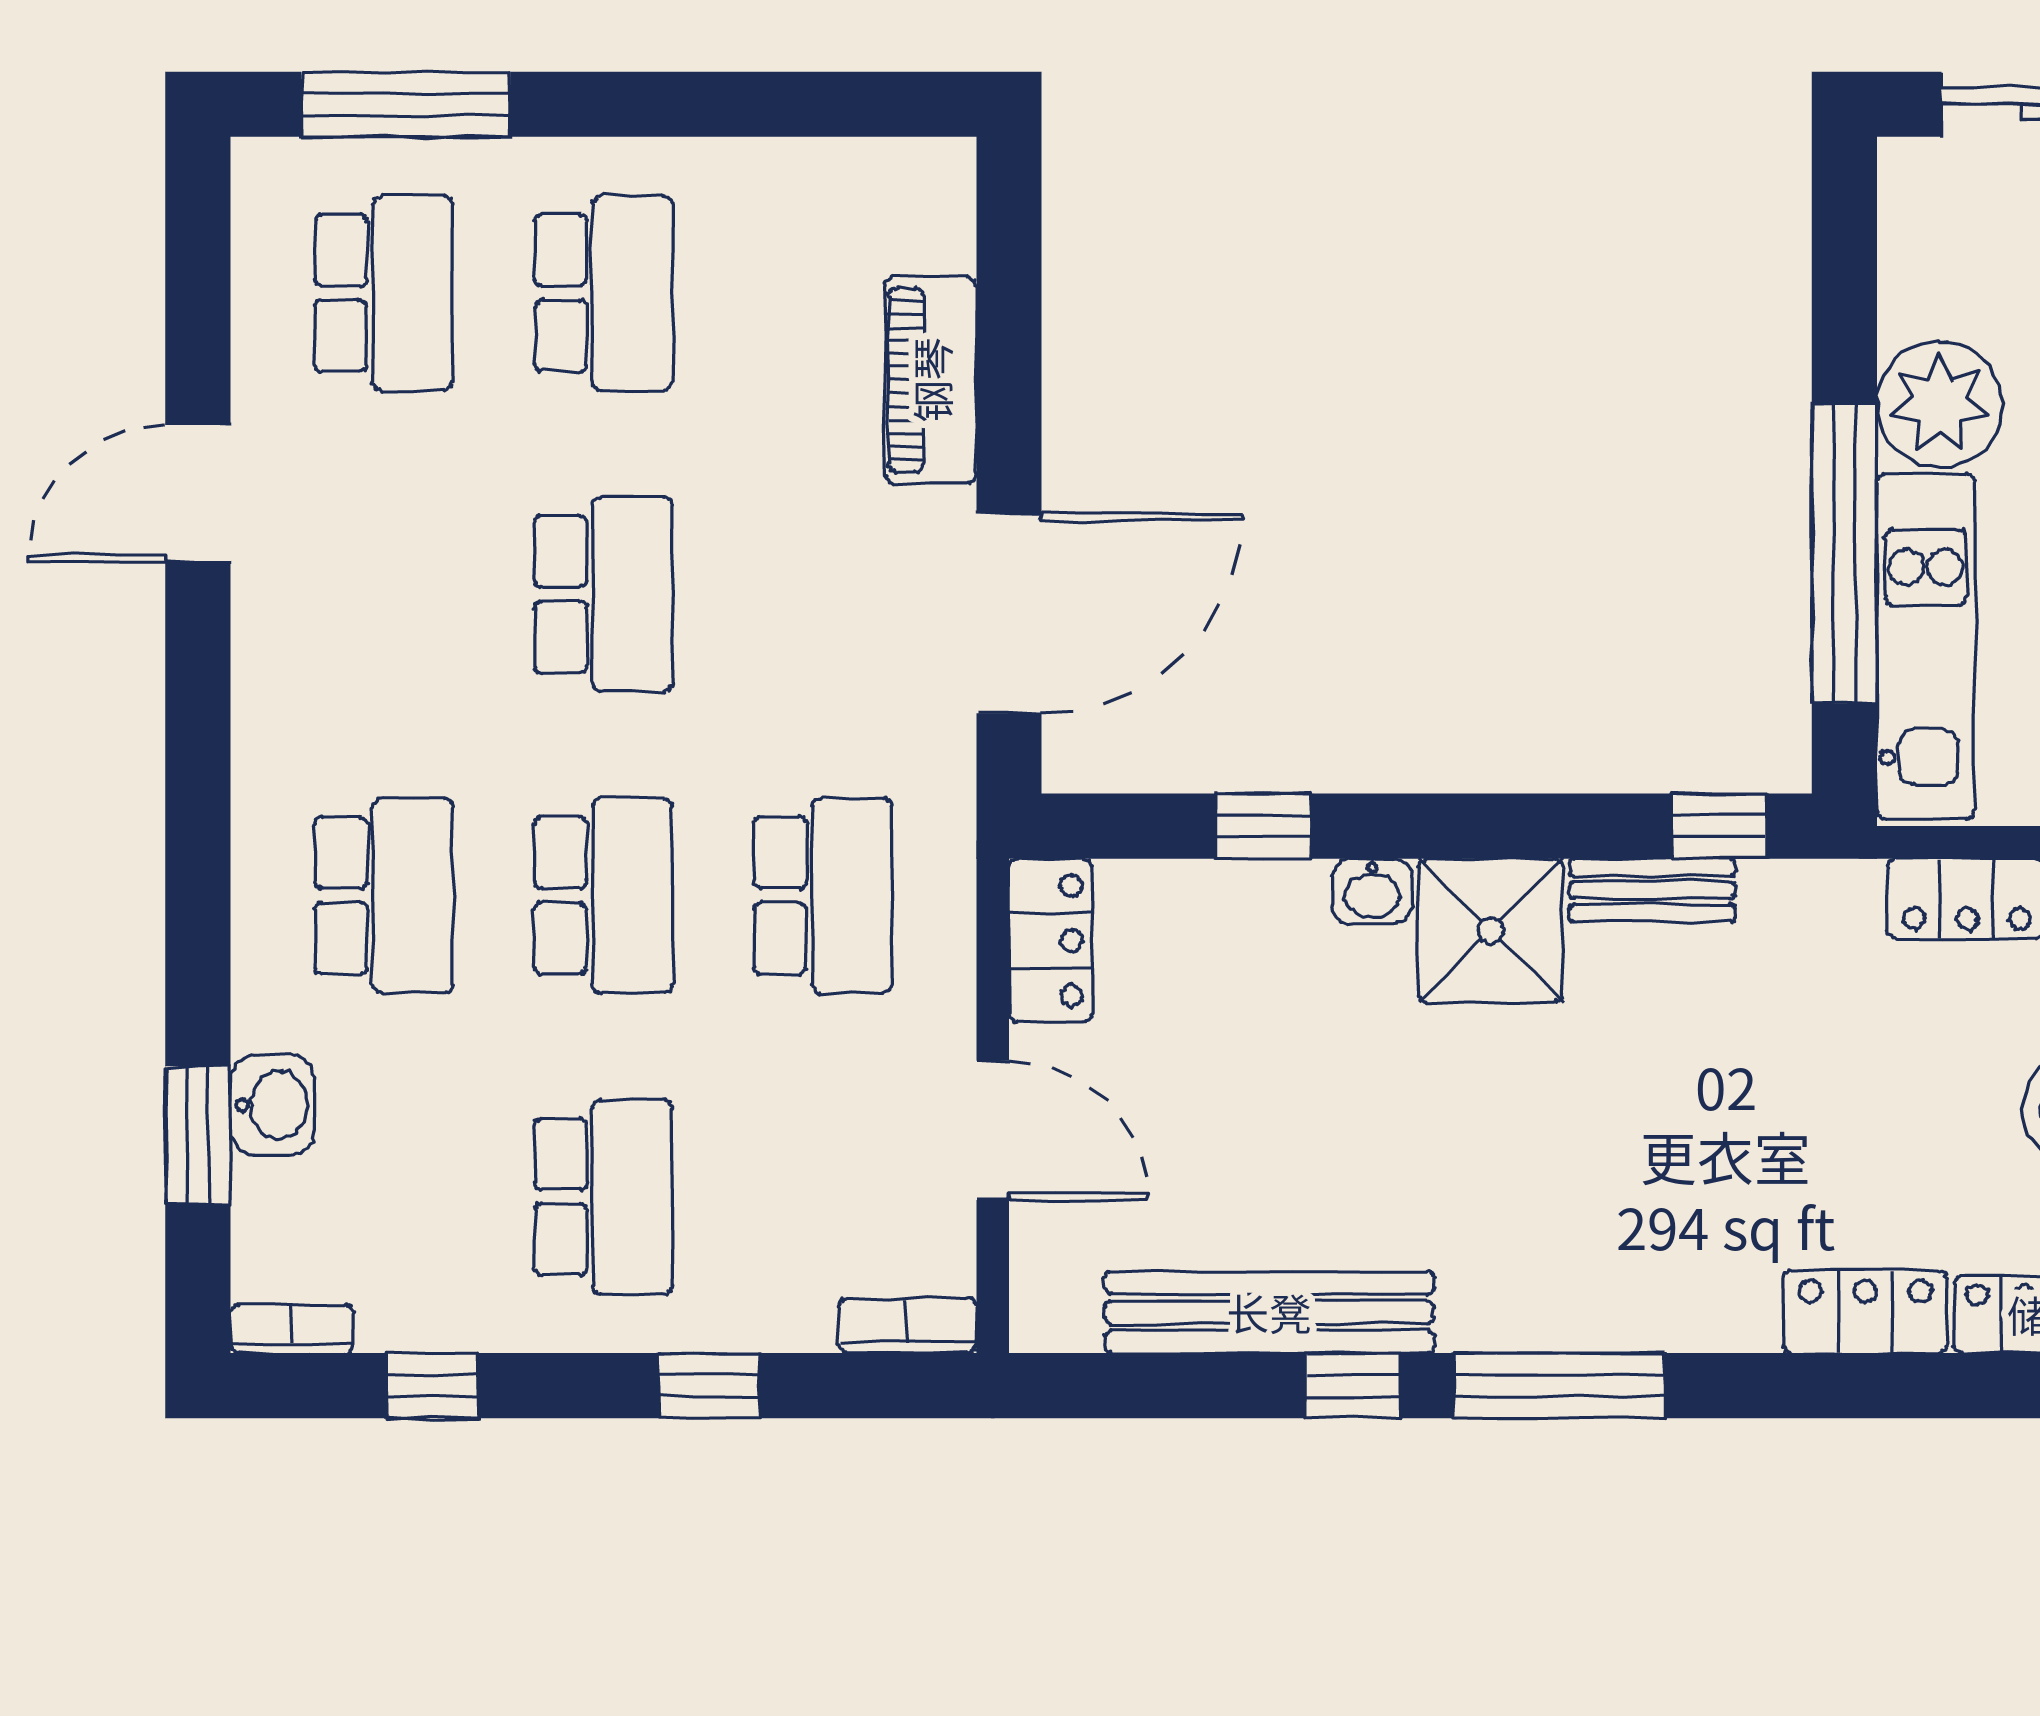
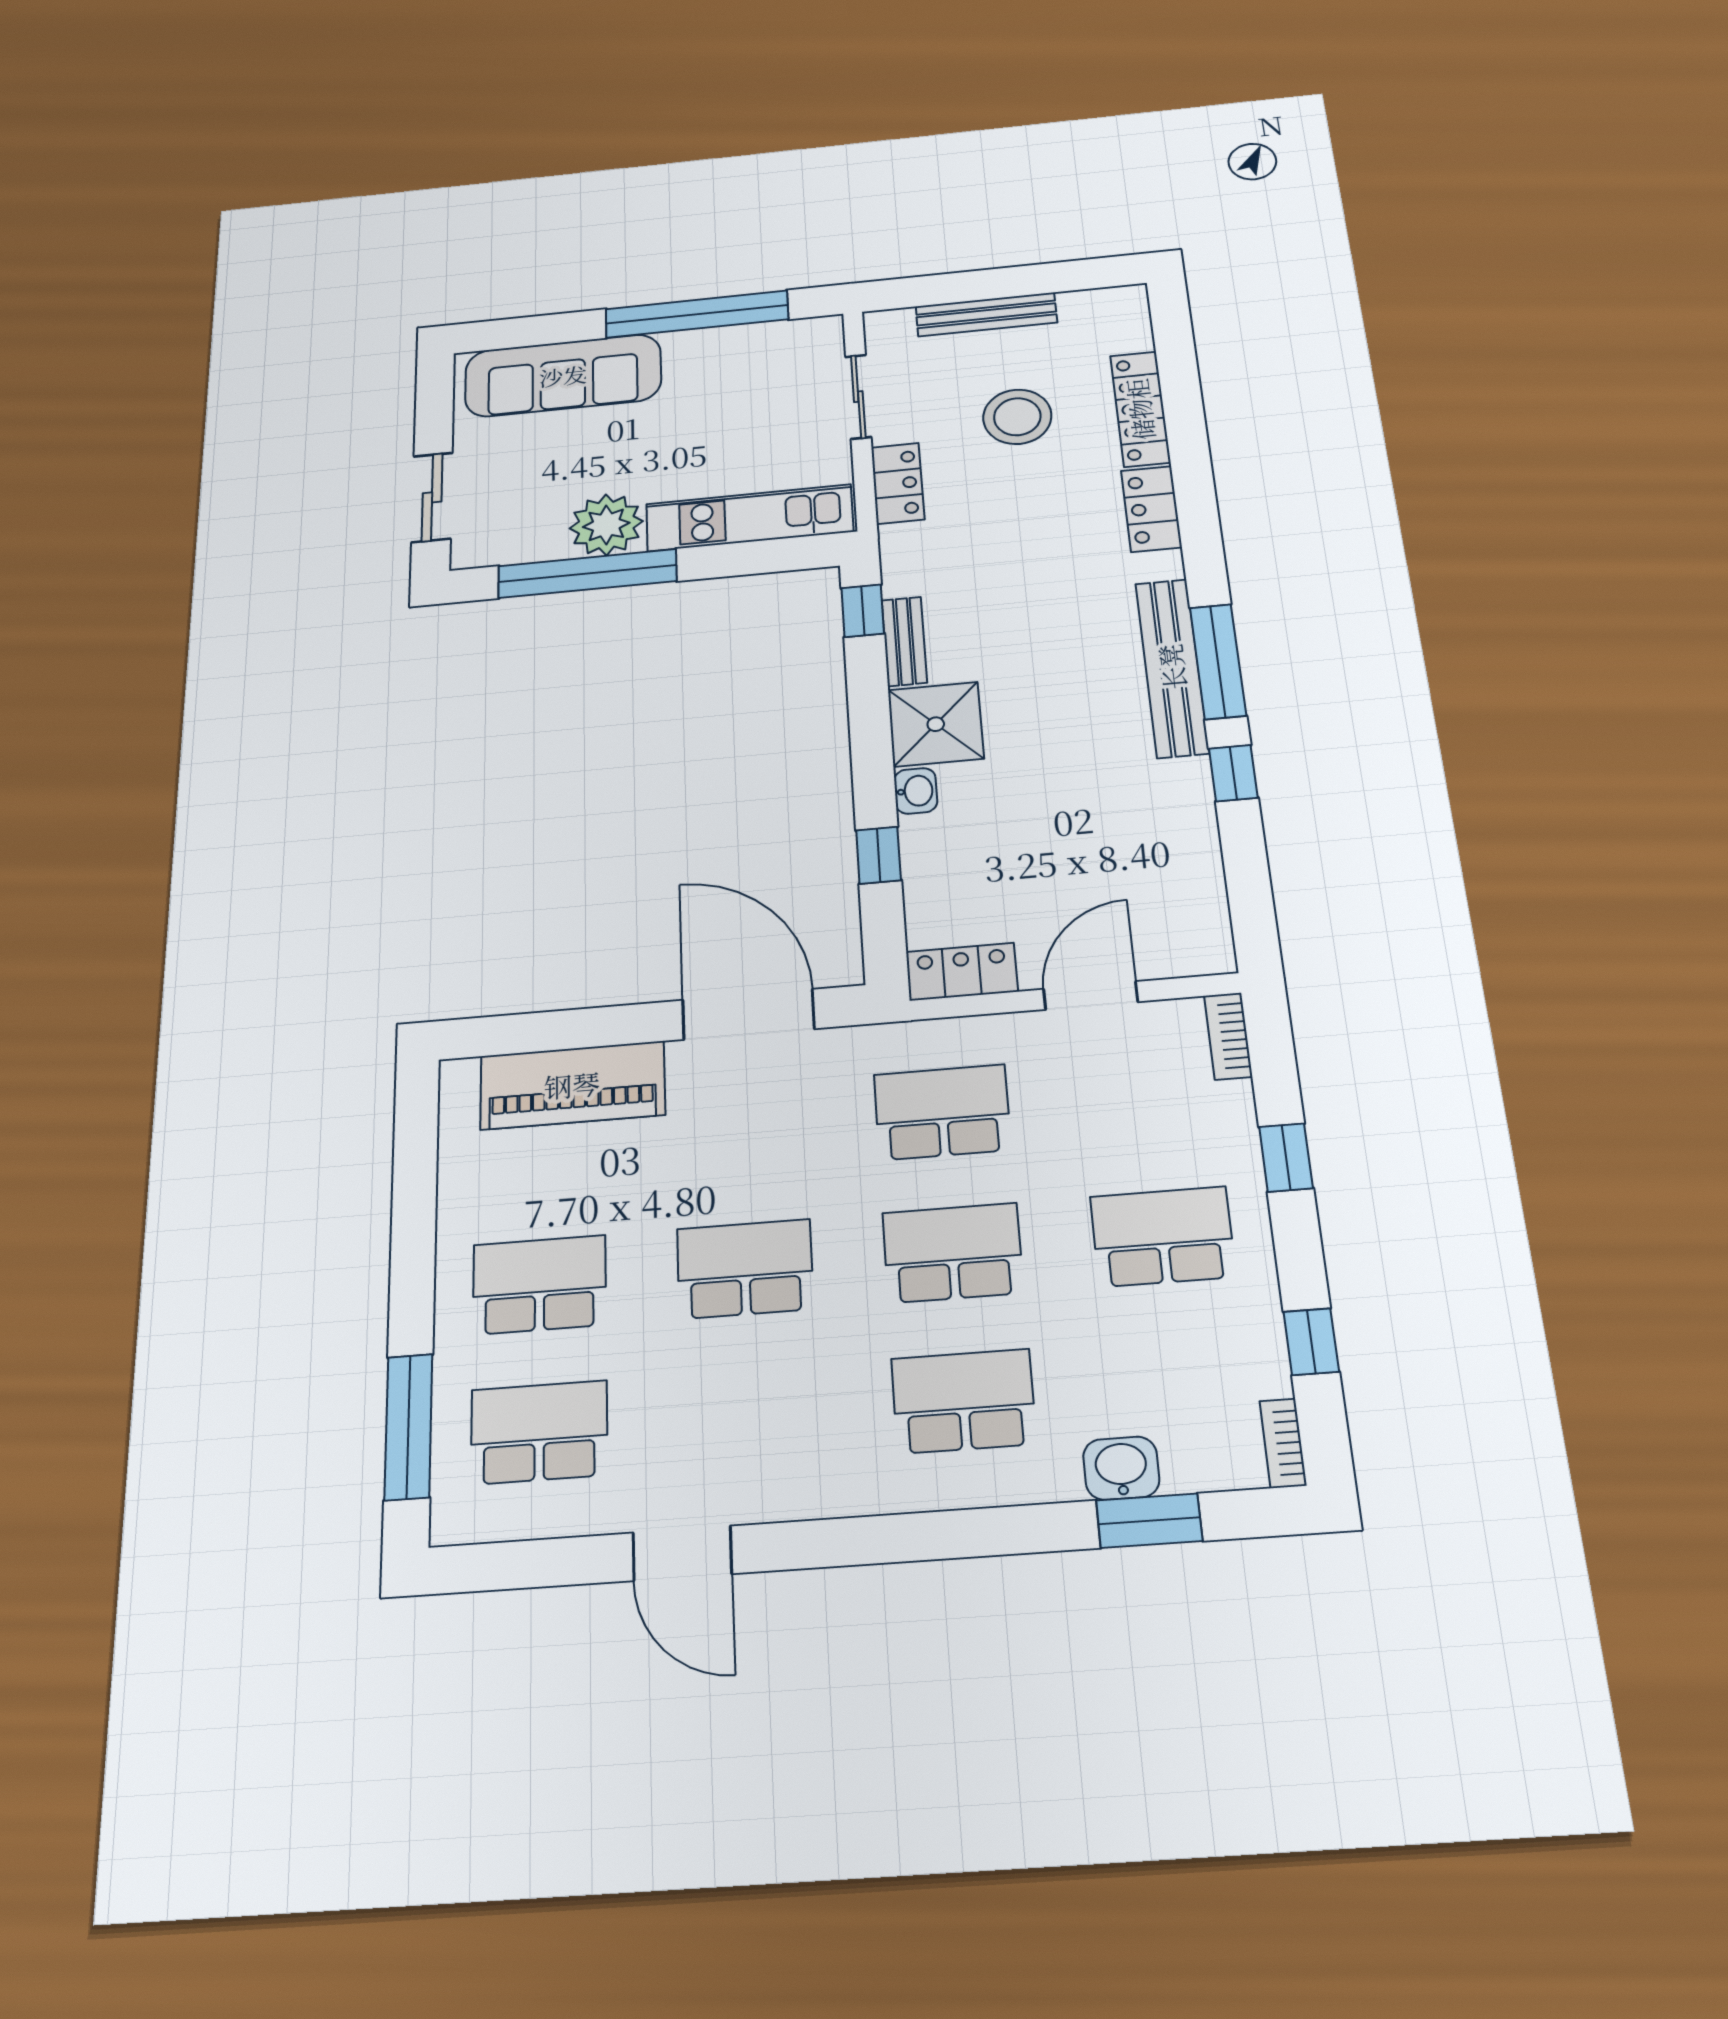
piano: (931, 380) -> (572, 1085), width x1.37, depth x1.33
window: (1844, 553) -> (587, 574), moved
bench: (1269, 1312) -> (1172, 667), moved

